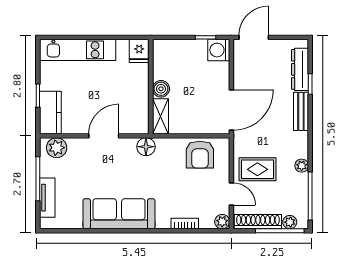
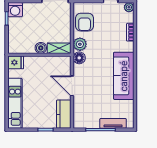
kitchen counter: (50, 113) -> (64, 114), moved, turned -90
plant: (57, 148) -> (80, 44), moved
armchair: (200, 155) -> (85, 22), turned 90

